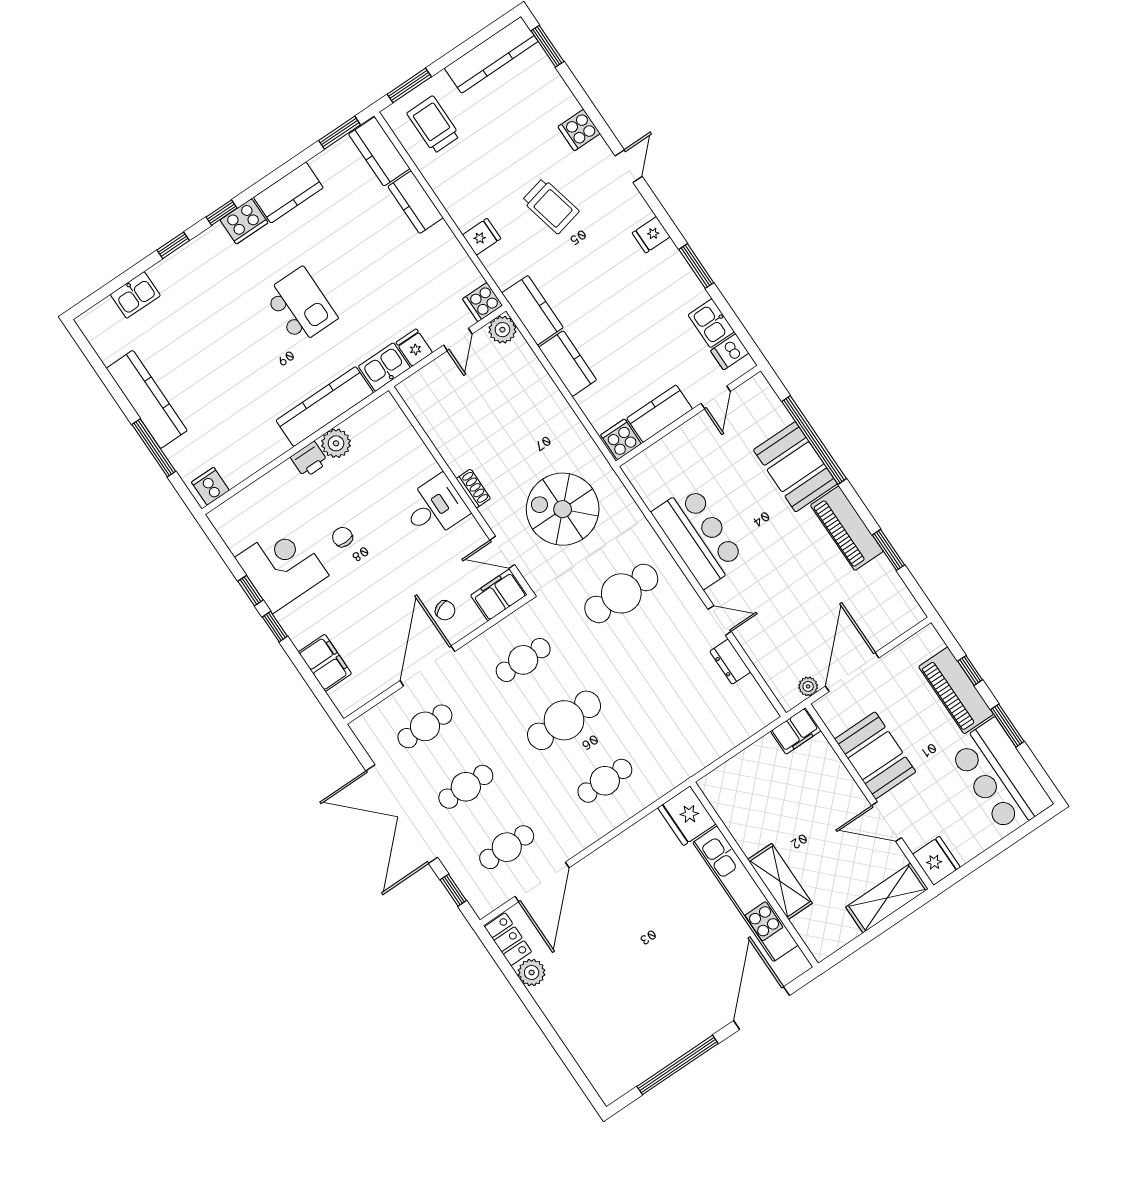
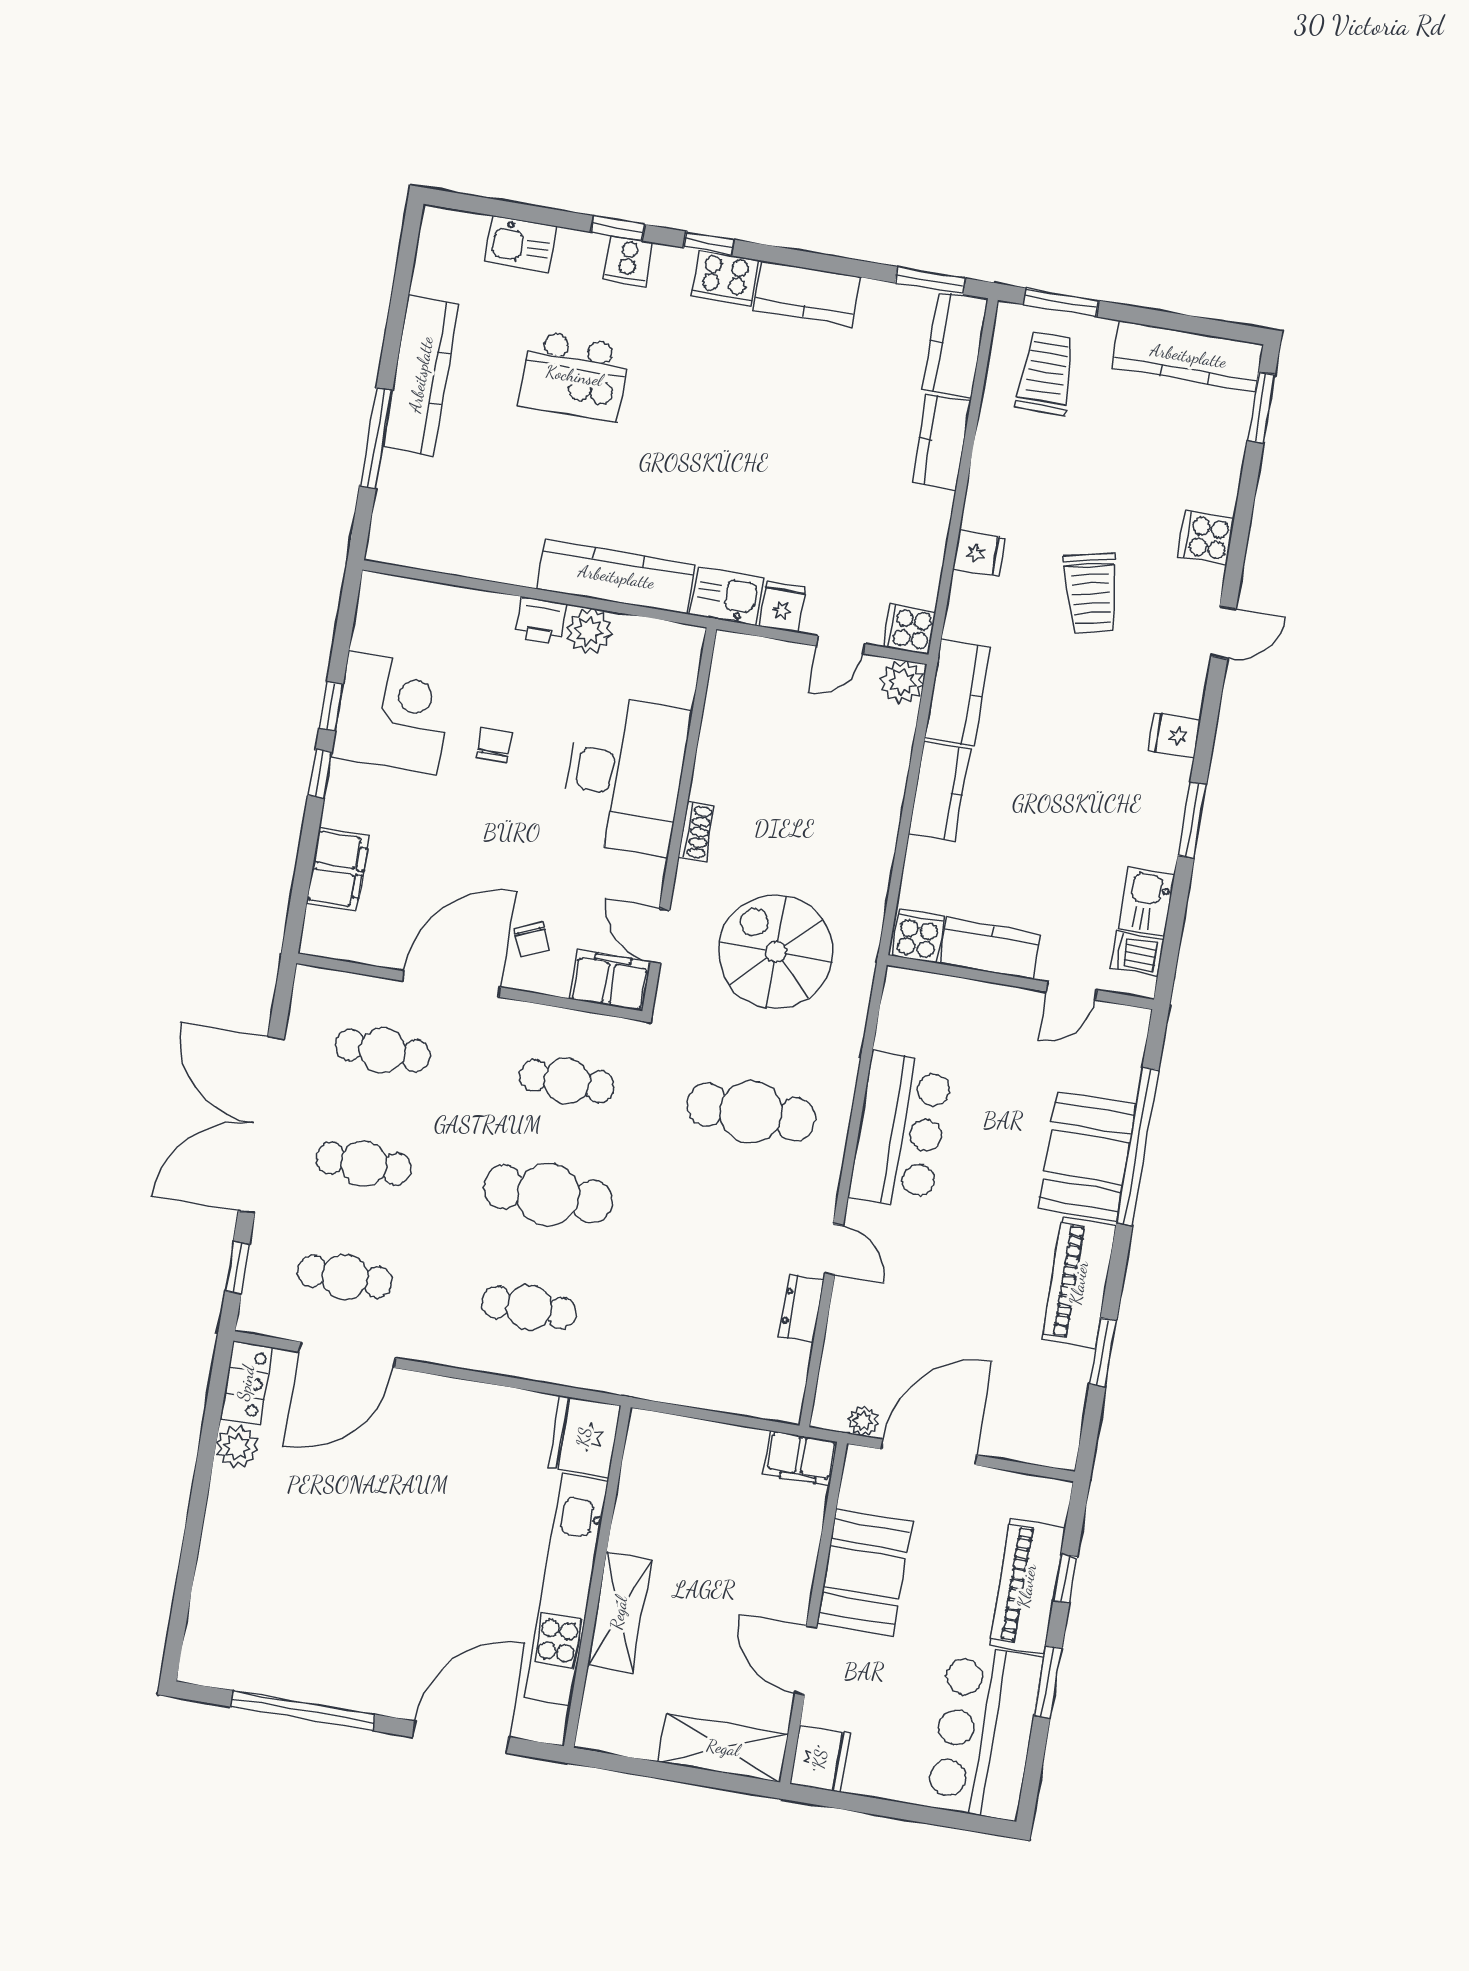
kitchen island: (301, 306) -> (574, 376), moved, turned 90
cooker: (210, 486) -> (628, 261), moved, turned 180
desk: (435, 507) -> (625, 775), width x1.87, depth x1.30

